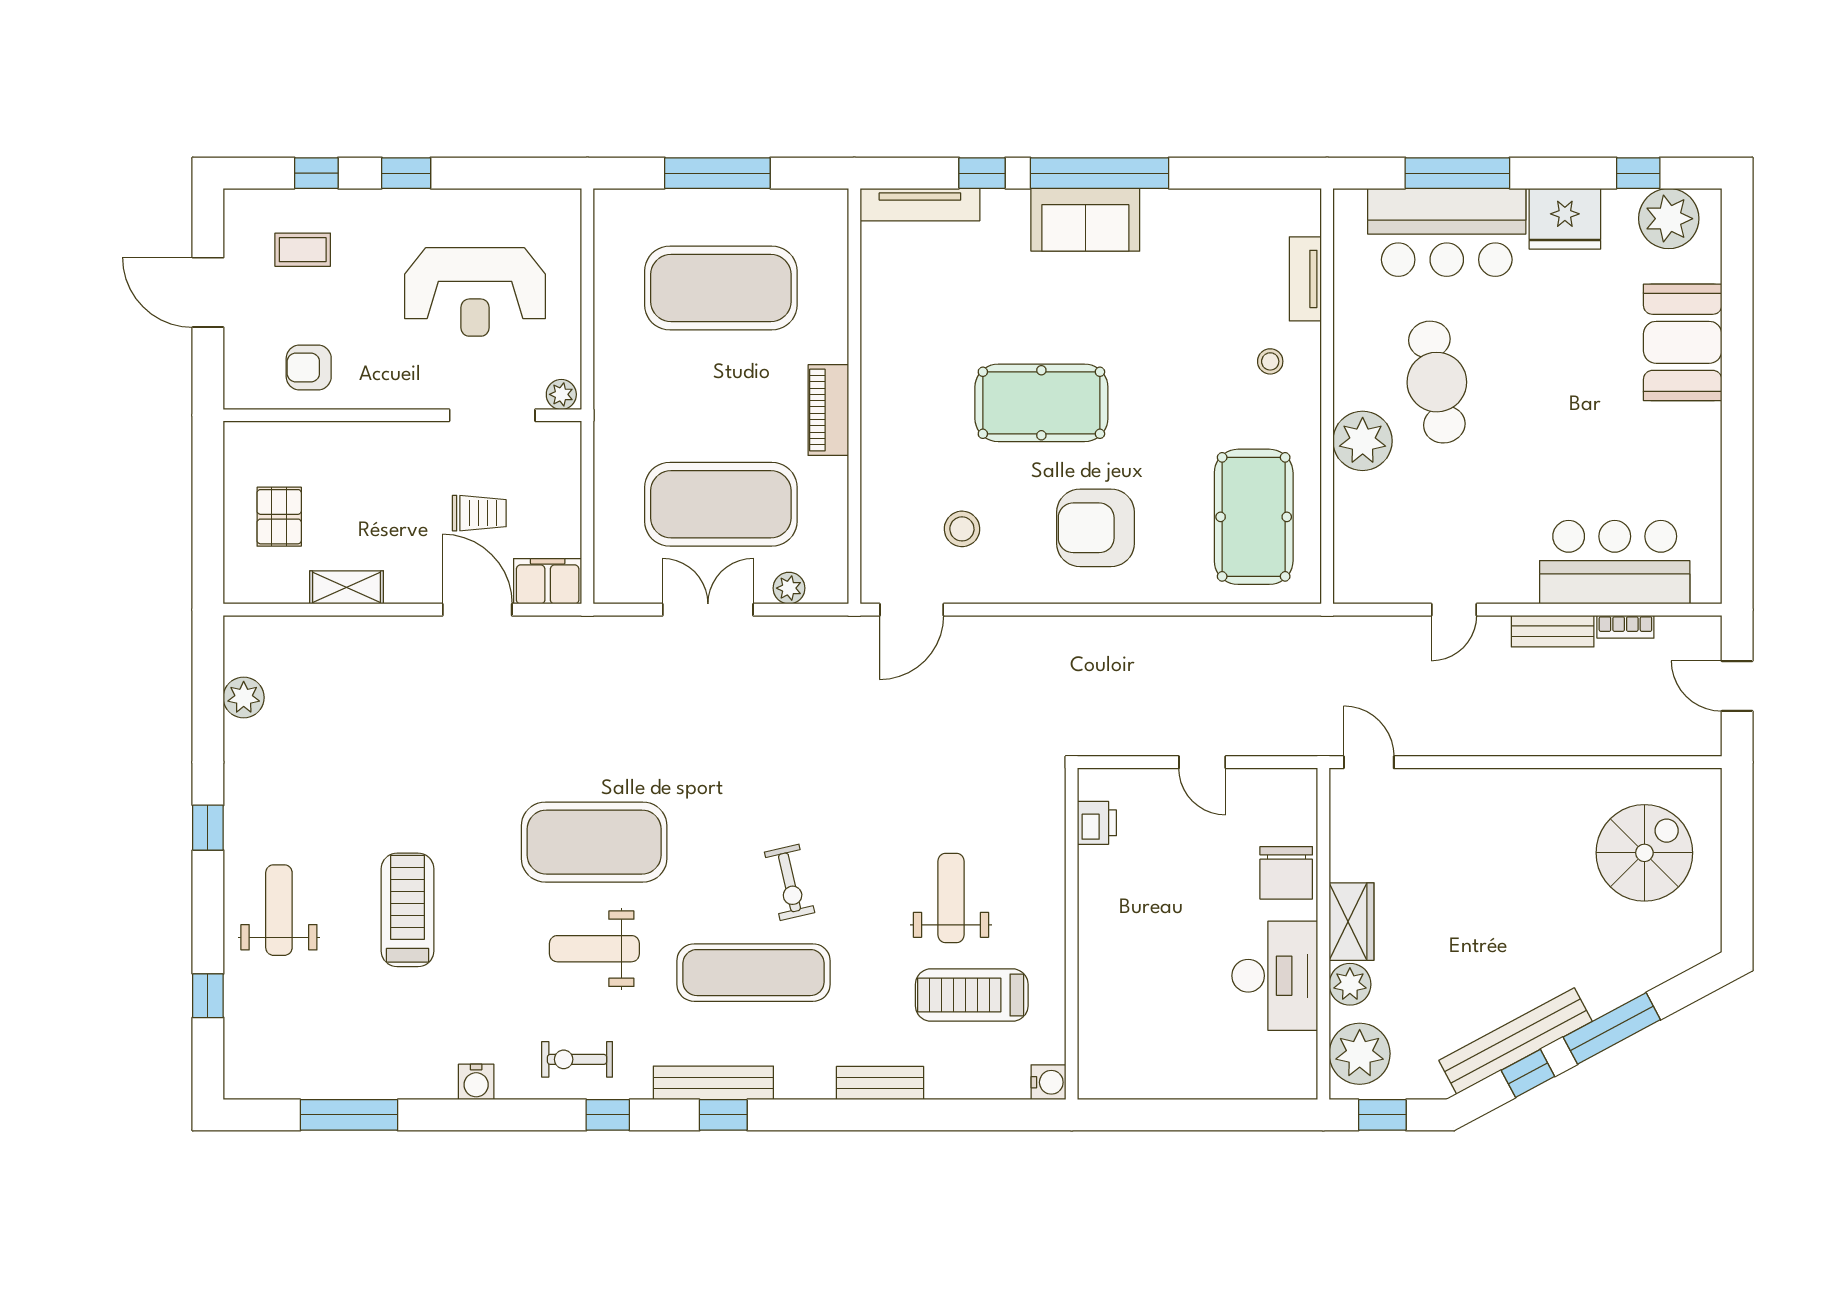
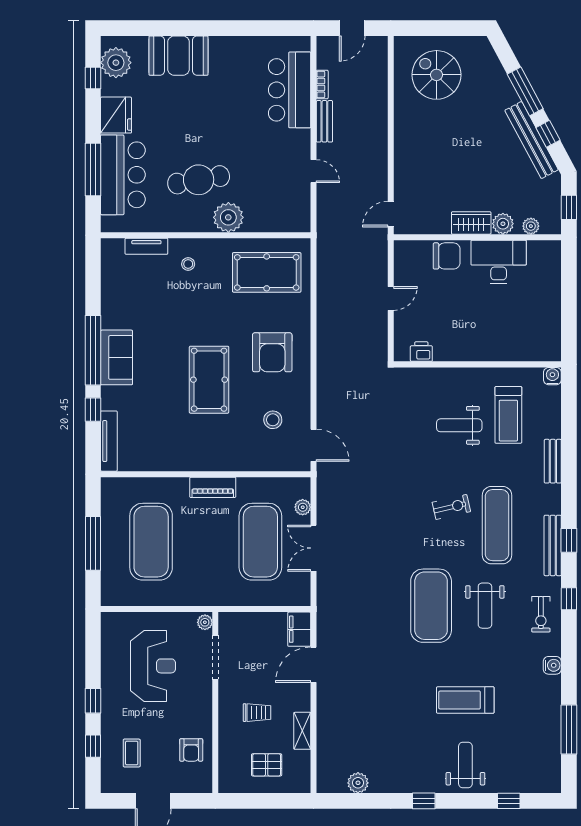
trolley: (479, 513) -> (257, 713), moved, turned 90
weight bench: (279, 910) -> (465, 765), turned 90
plant: (1360, 1054) -> (531, 226), width x0.53, depth x0.53

